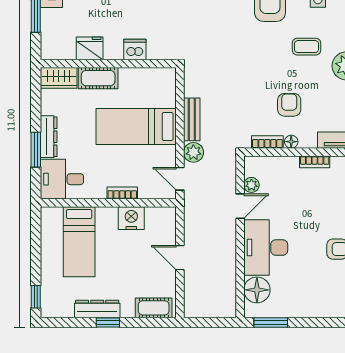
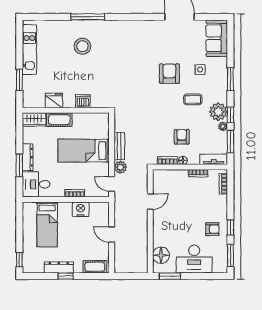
plant: (251, 185) -> (158, 188), removed
desk: (266, 248) -> (194, 259), moved, turned -90

